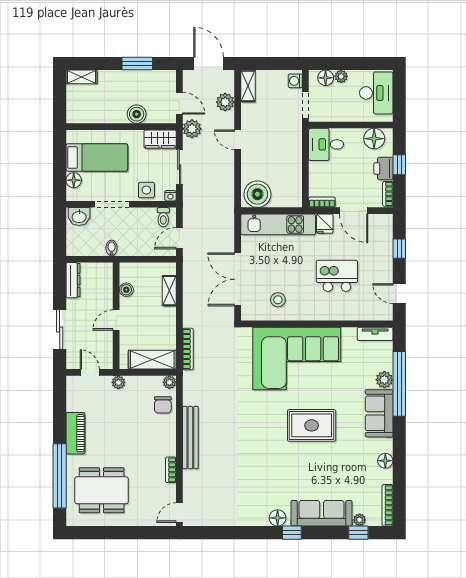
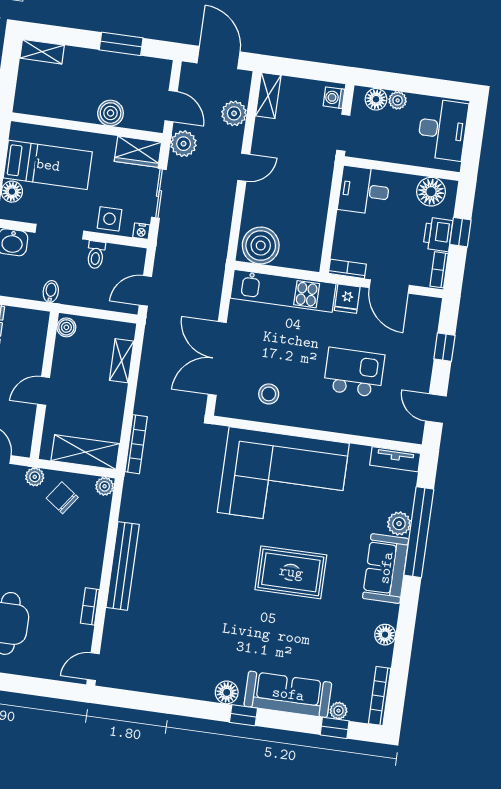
door: (238, 140) -> (244, 167), swing flipped
toilet: (163, 217) -> (96, 255), moved
boiler: (126, 290) -> (66, 327), moved
chair: (163, 405) -> (62, 498), moved, turned 126

